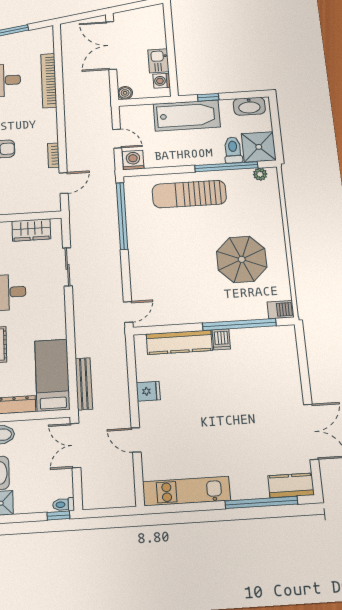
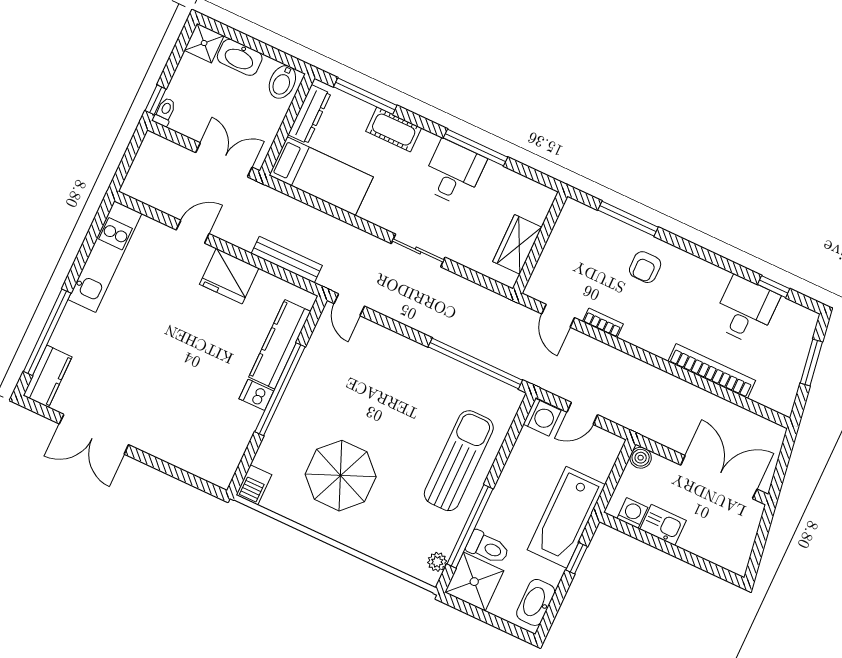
sliding door: (67, 267) -> (418, 250), moved
window: (239, 324) -> (280, 389), moved
bench: (84, 384) -> (287, 260), moved
fridge: (148, 391) -> (229, 276), width x1.88, depth x1.34

